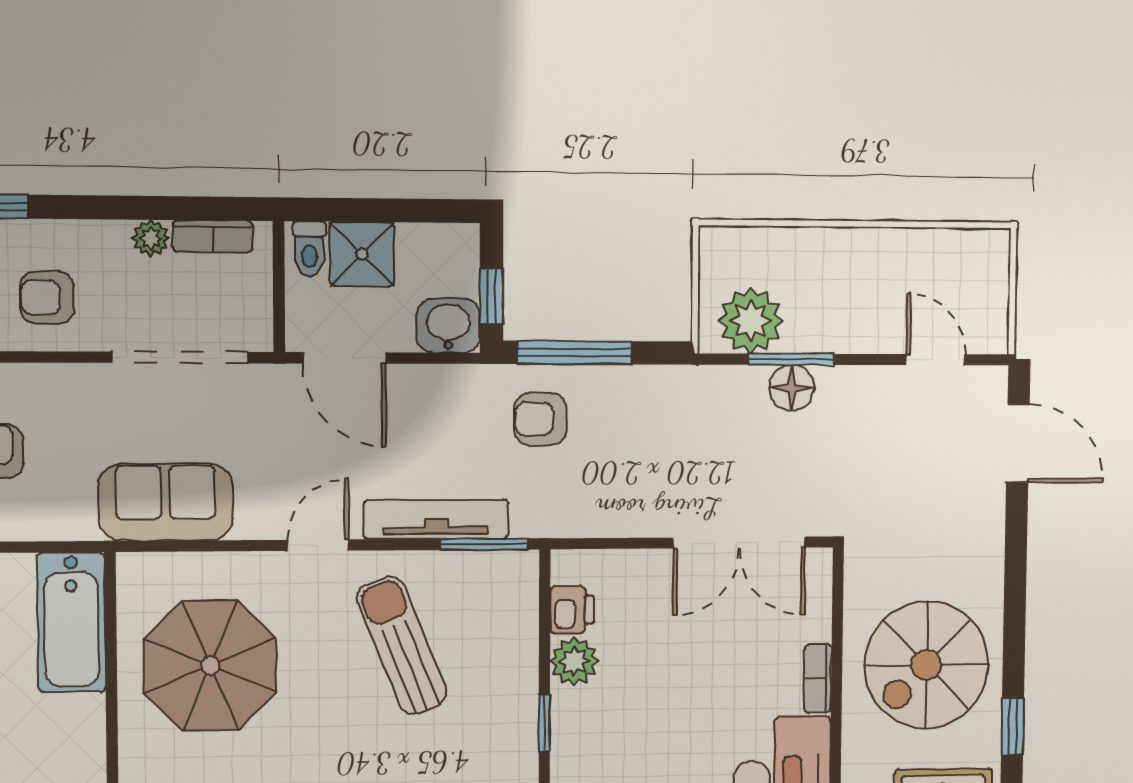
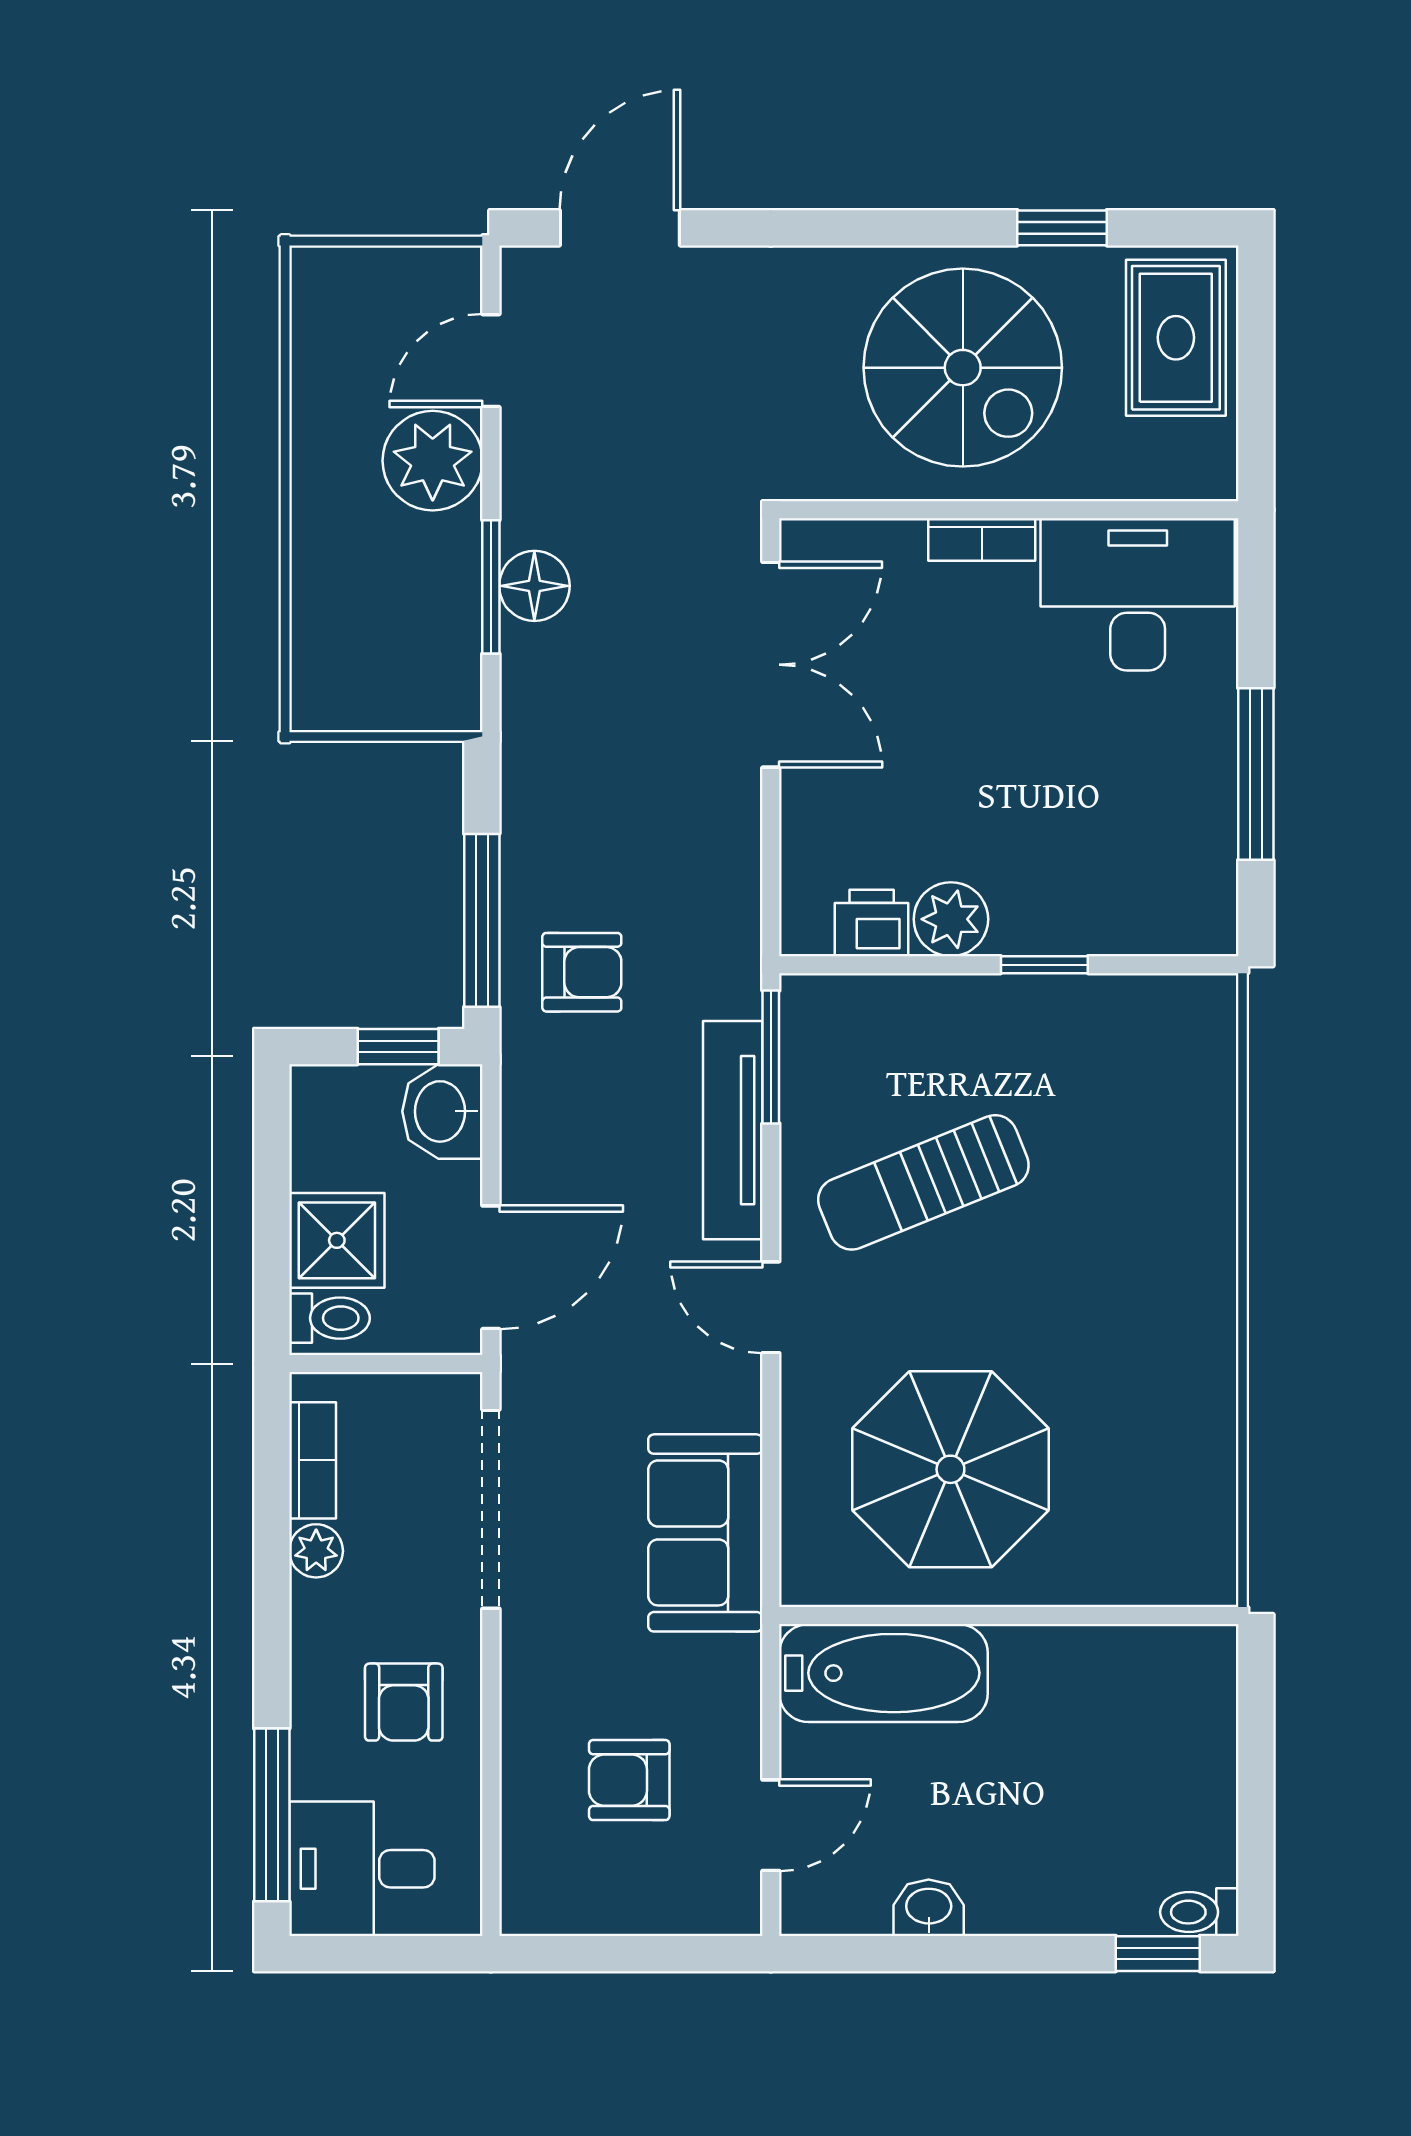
plant: (751, 321) -> (433, 461), moved
armchair: (540, 419) -> (582, 972), turned -90

